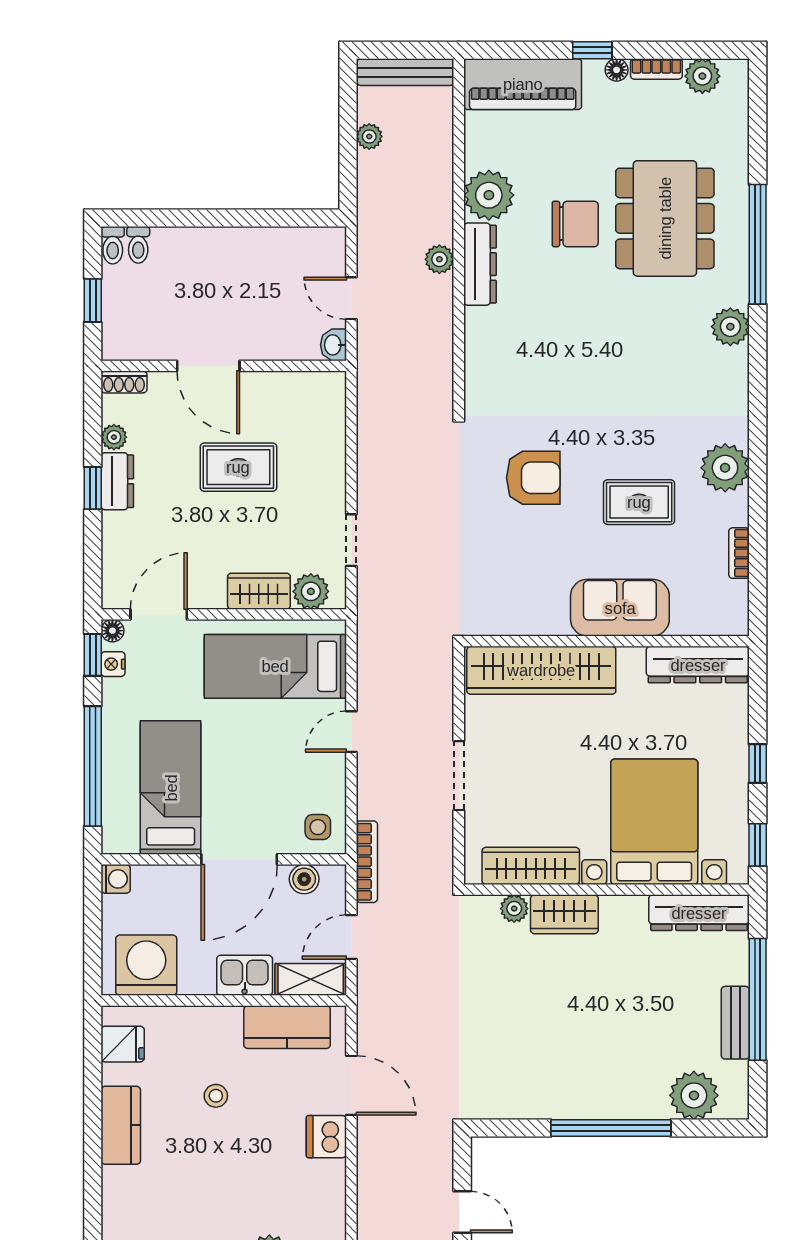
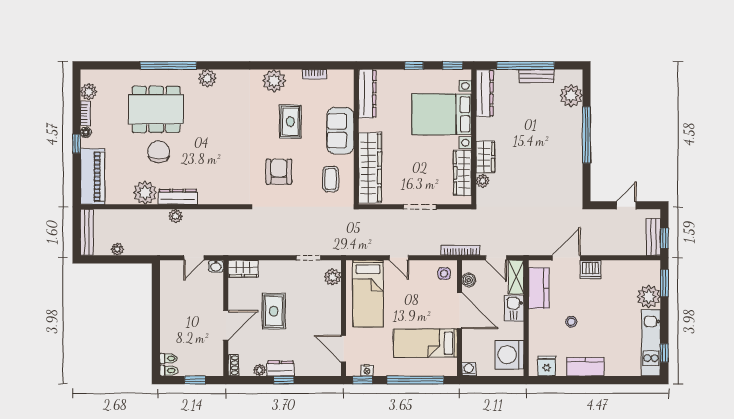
coffee table: (518, 587) -> (331, 179), added
wardrobe: (259, 591) -> (243, 269), moved, turned -90
floor lamp: (112, 631) -> (351, 371), removed

